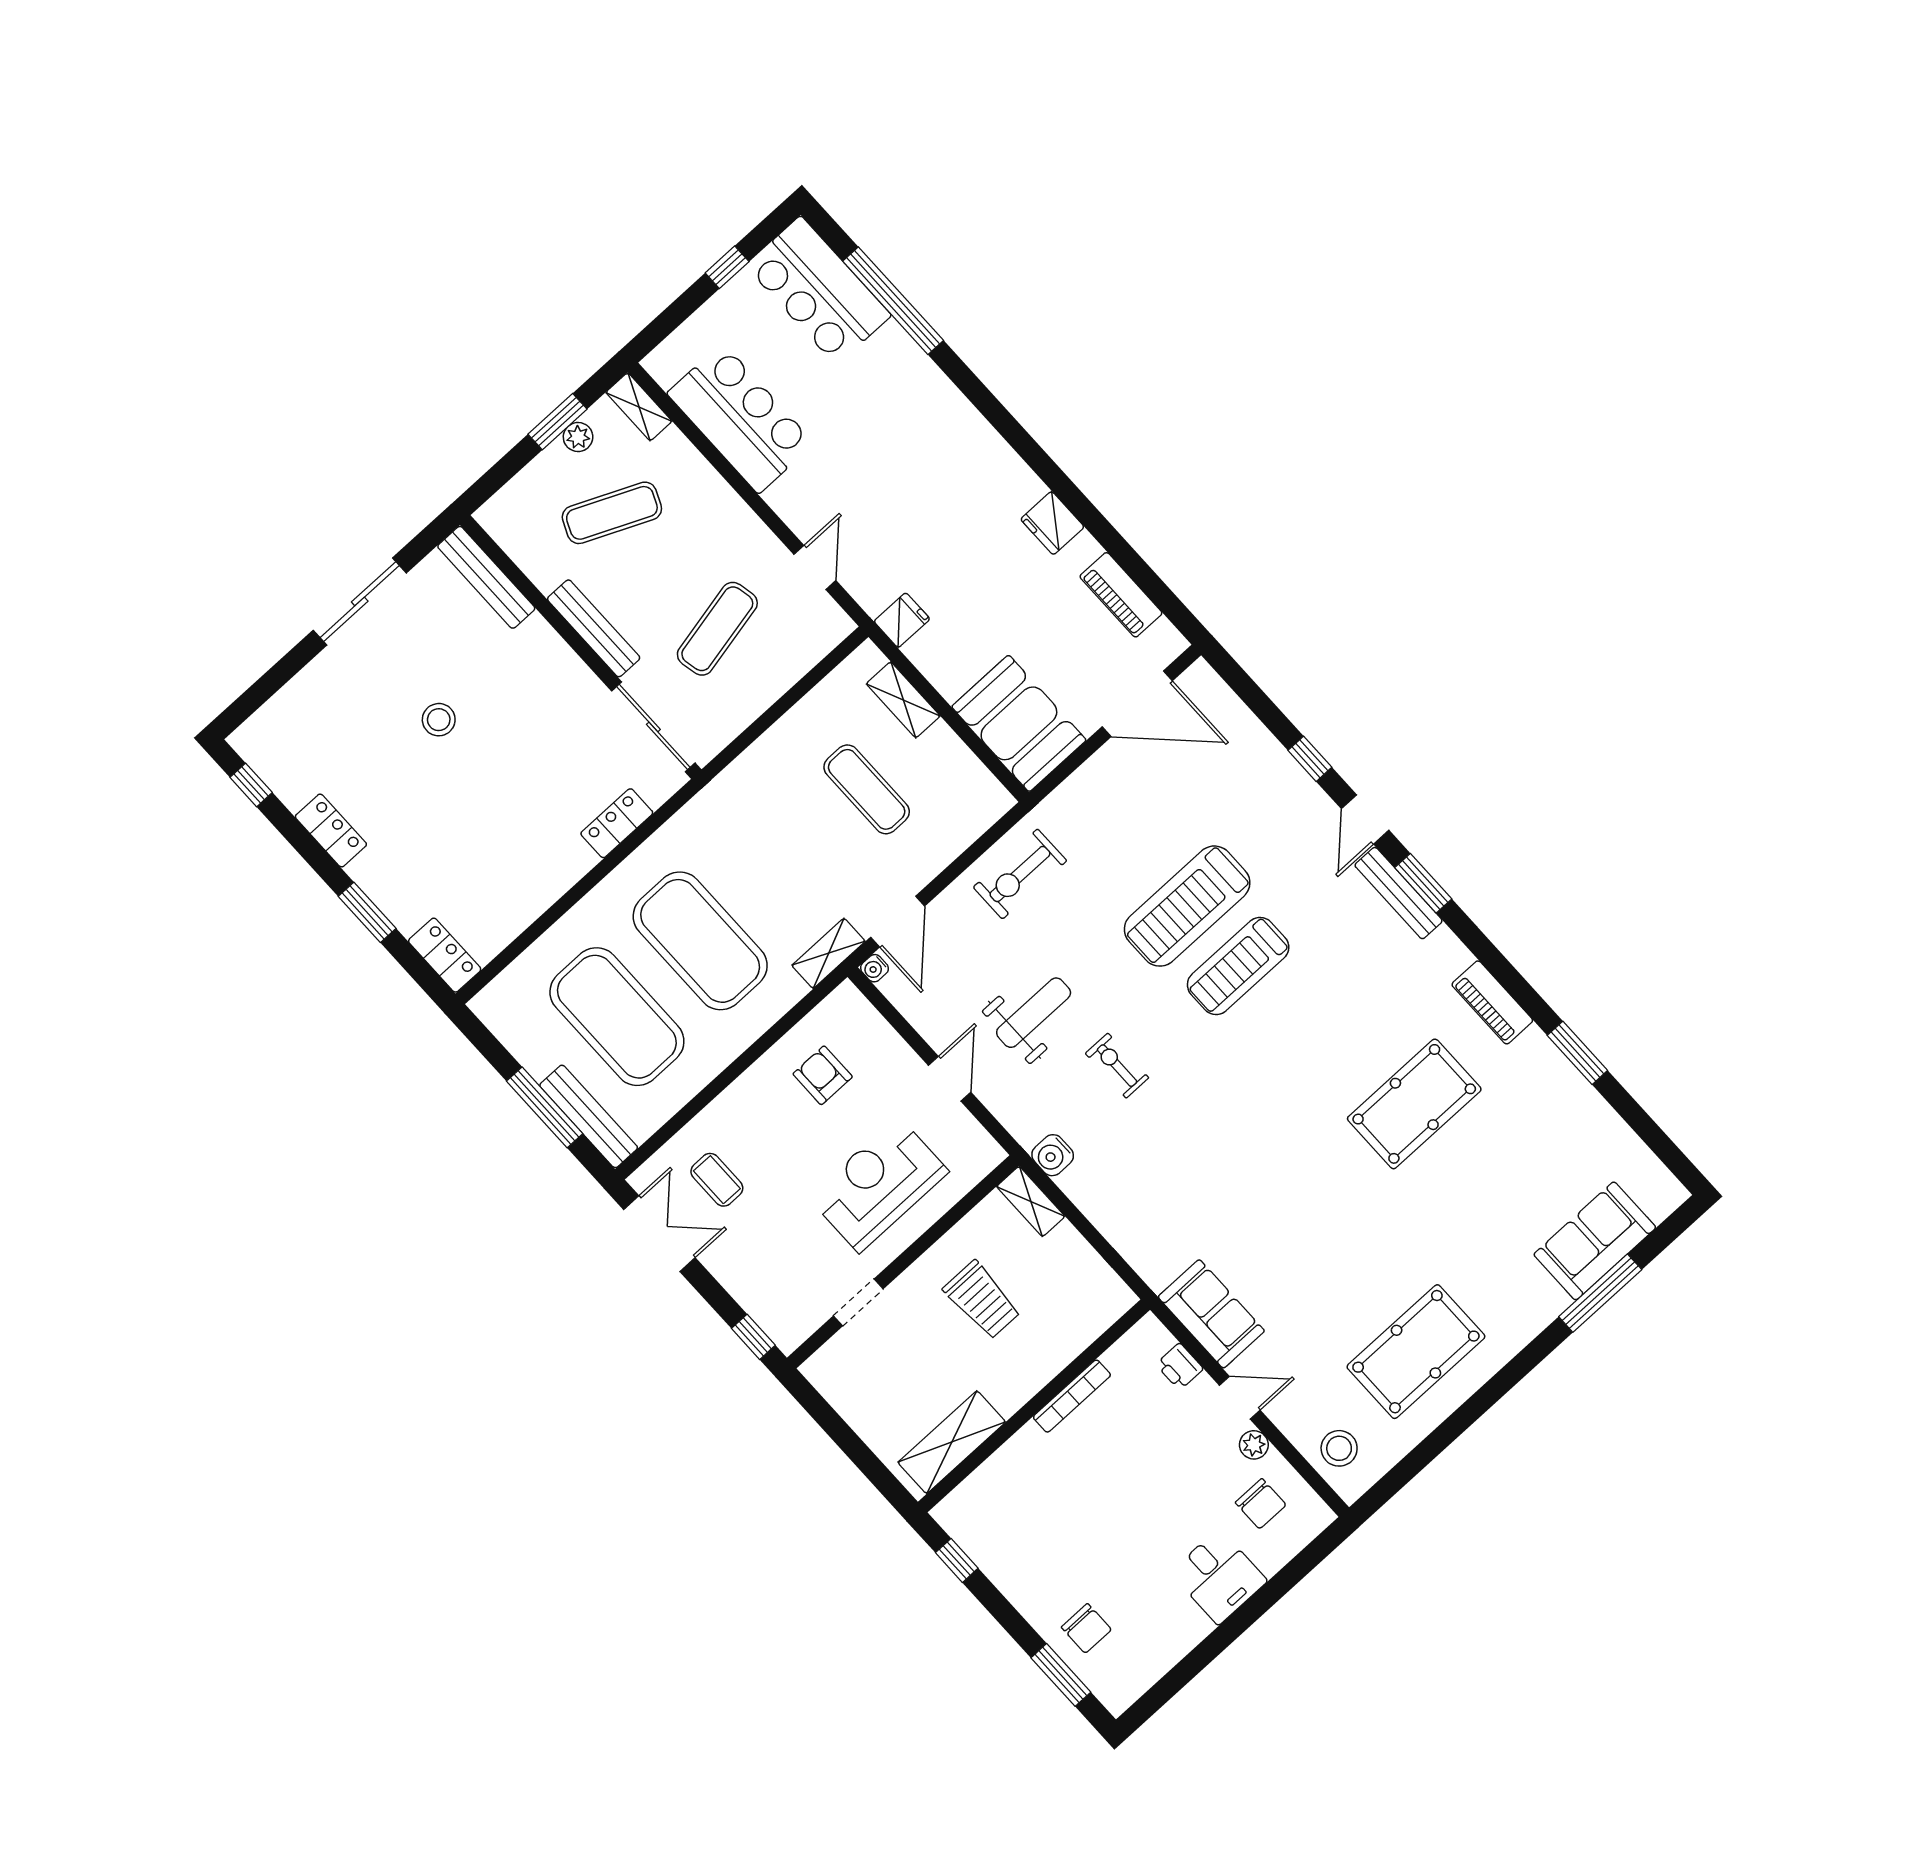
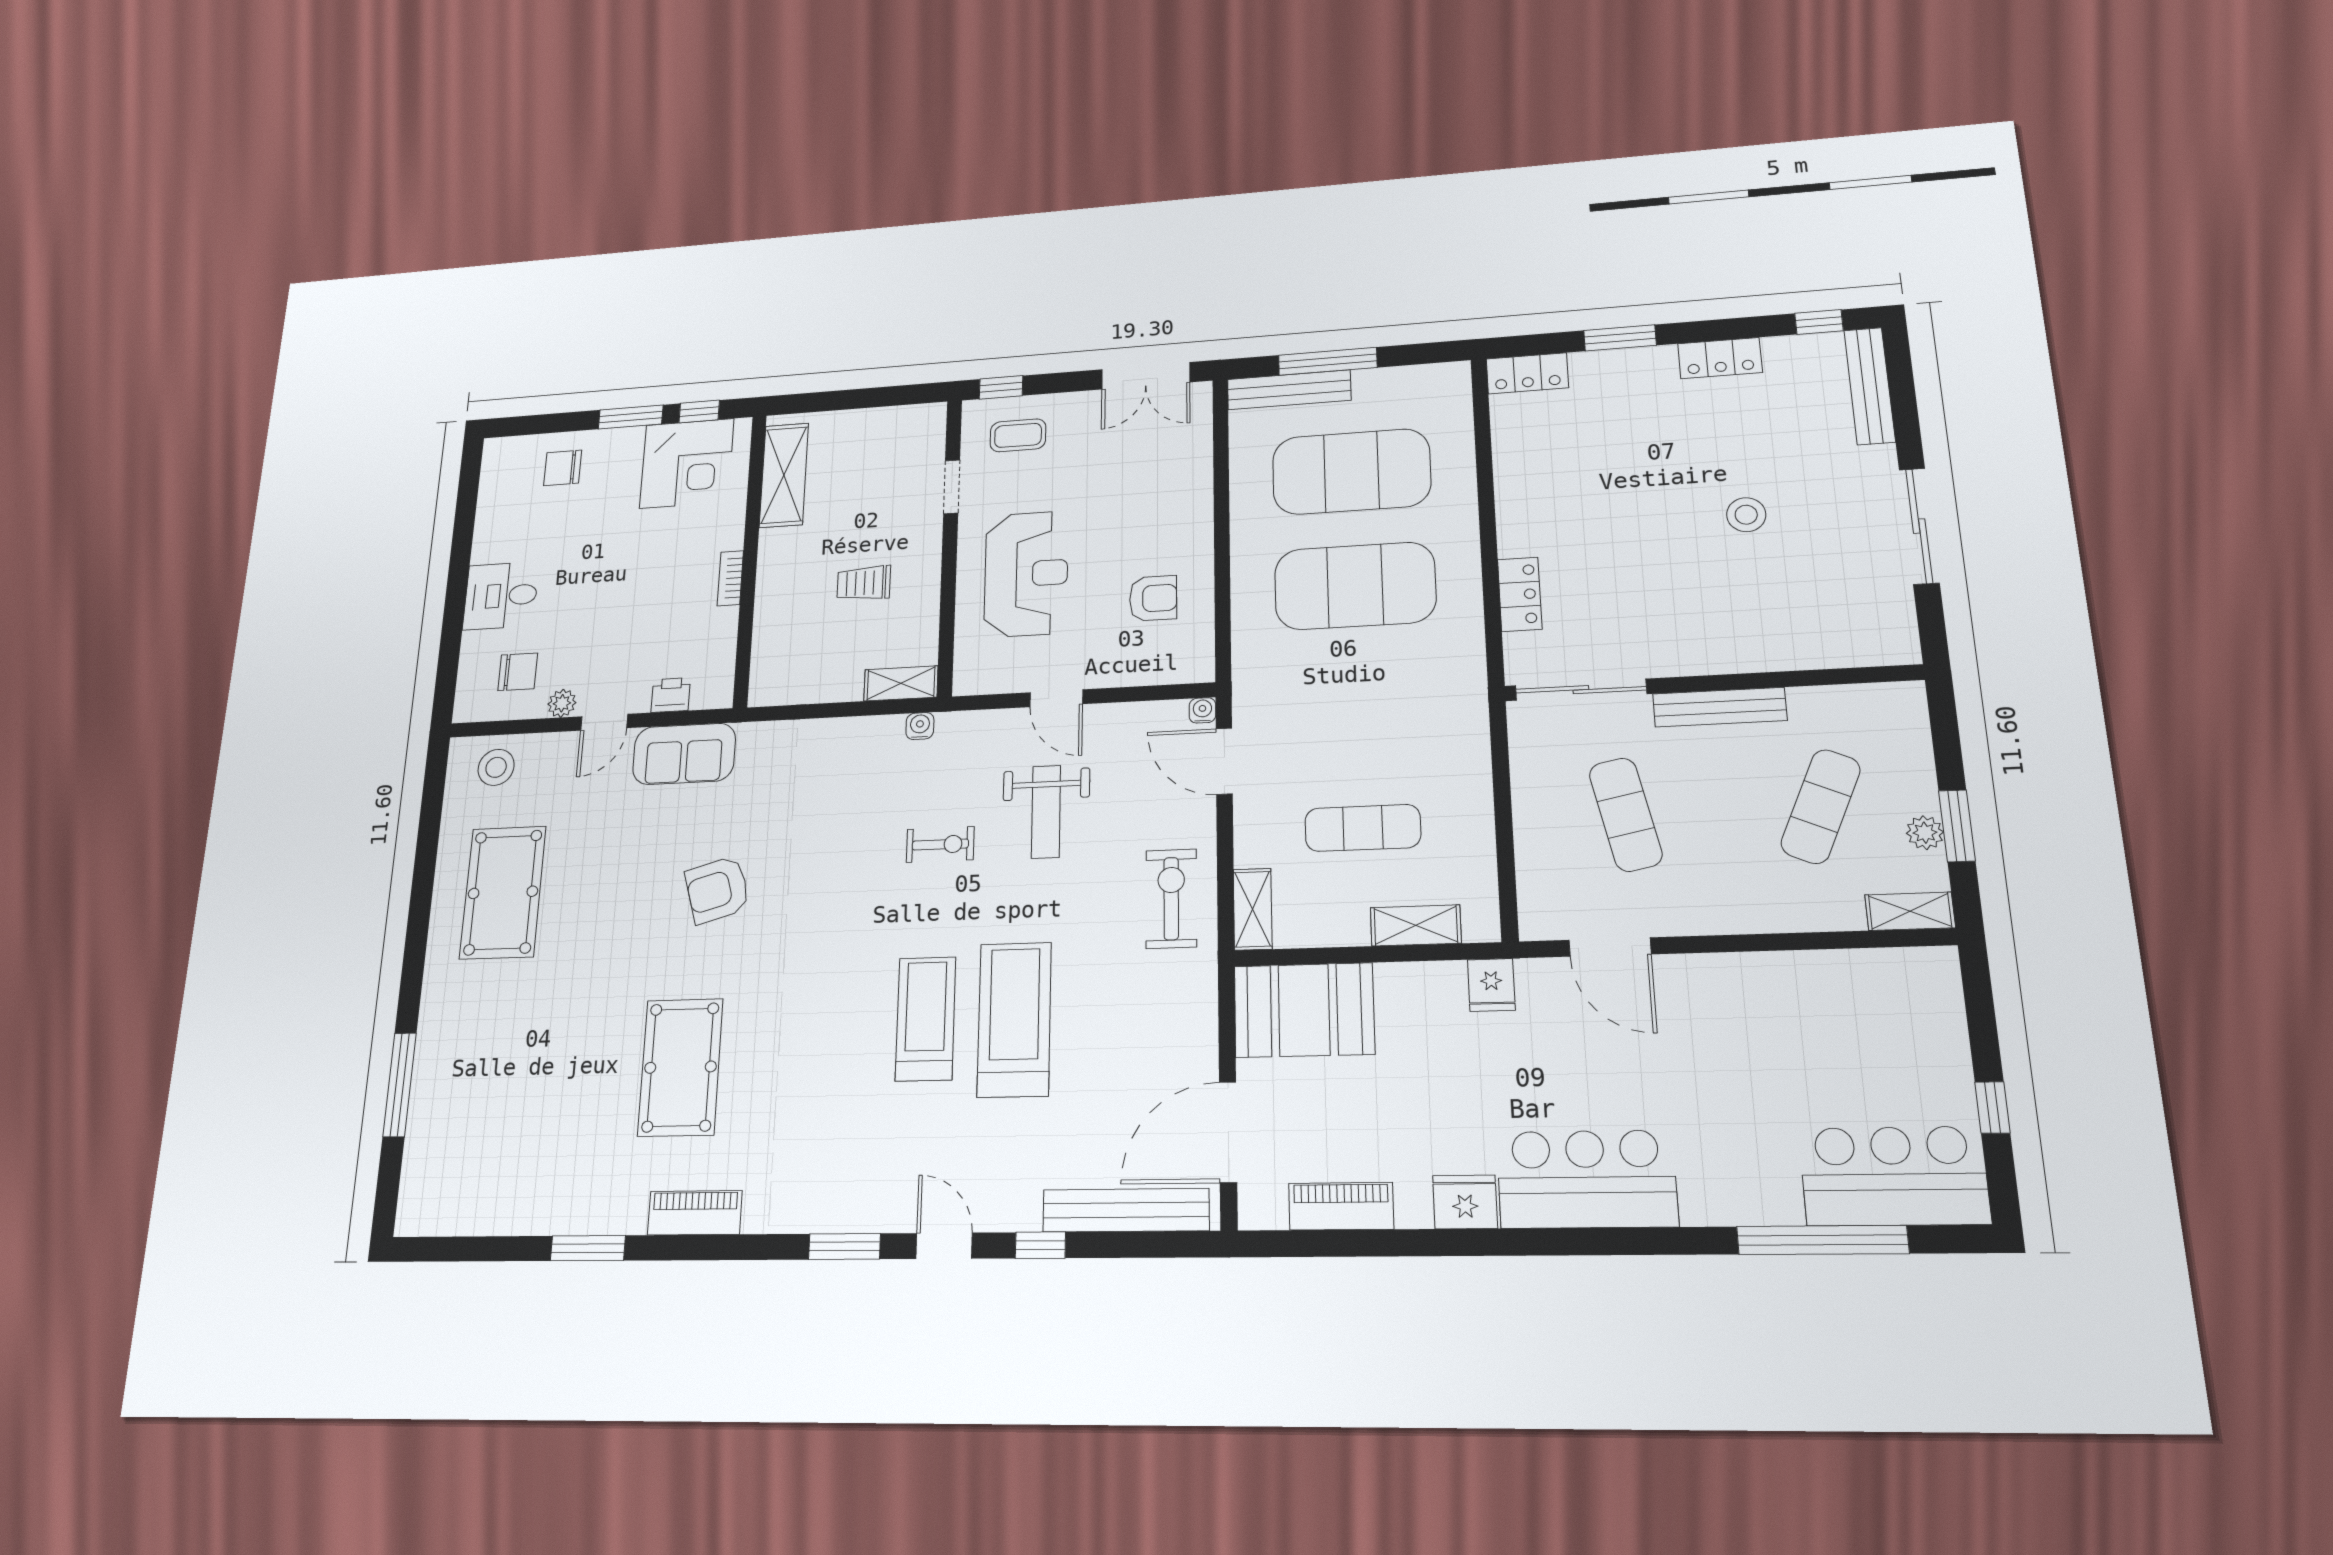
bar counter: (740, 418) -> (1586, 1179), moved, turned 180
door: (815, 567) -> (1610, 947), width x1.38
bench: (486, 577) -> (1870, 386), moved, turned 90
bench: (1399, 893) -> (1126, 1210), moved, width x1.37, depth x1.21
shelving: (828, 953) -> (1253, 909), moved
water cooler: (1053, 1155) -> (920, 726), width x0.72, depth x0.72
coffee table: (717, 1180) -> (1018, 435), moved
armchair: (1280, 1195) -> (717, 890), added
sofa: (1595, 1241) -> (439, 1119), removed
trolley: (982, 1300) -> (864, 583), width x0.73, depth x0.72
bookcase: (1072, 1396) -> (730, 578), width x0.64
chair: (1261, 1504) -> (518, 672), turned 180
corner desk: (1004, 1530) -> (687, 463), added
window: (1061, 1675) -> (631, 417), moved

